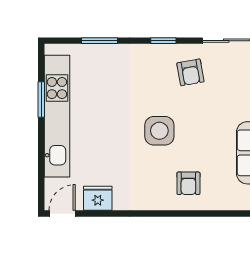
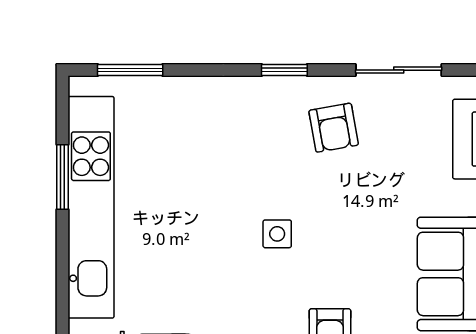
window: (100, 41) -> (130, 70), moved
side table: (159, 131) -> (277, 234), width x0.54, depth x0.54

